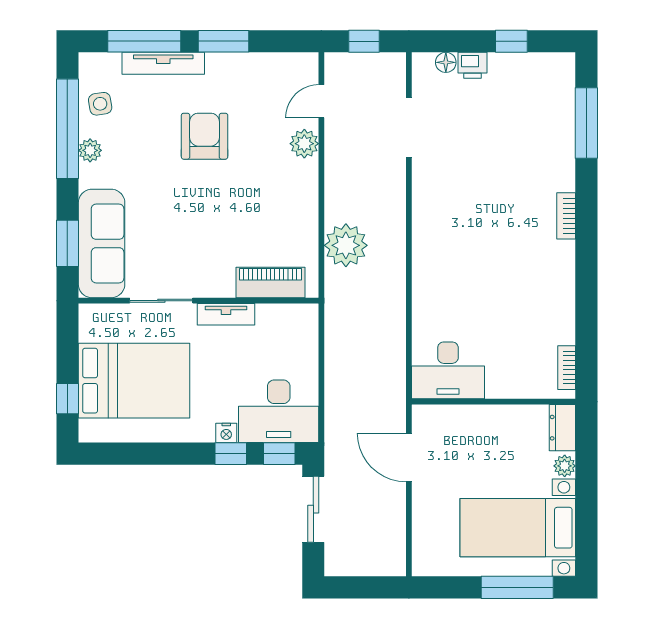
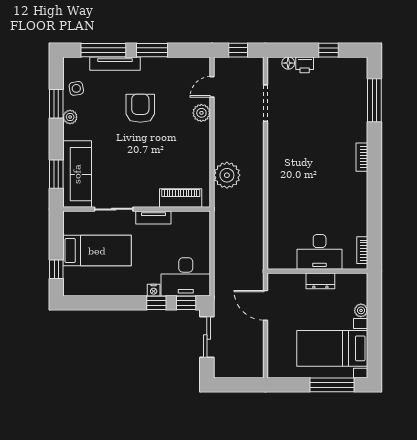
window: (67, 129) -> (56, 104), width x0.47
desk: (448, 370) -> (320, 252), moved
bed: (134, 381) -> (97, 251), width x0.67
dresser: (562, 428) -> (320, 281), moved, turned -90

